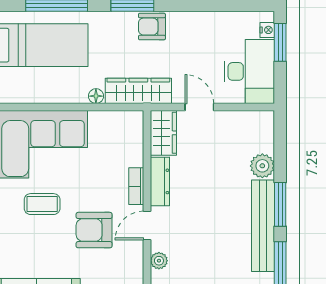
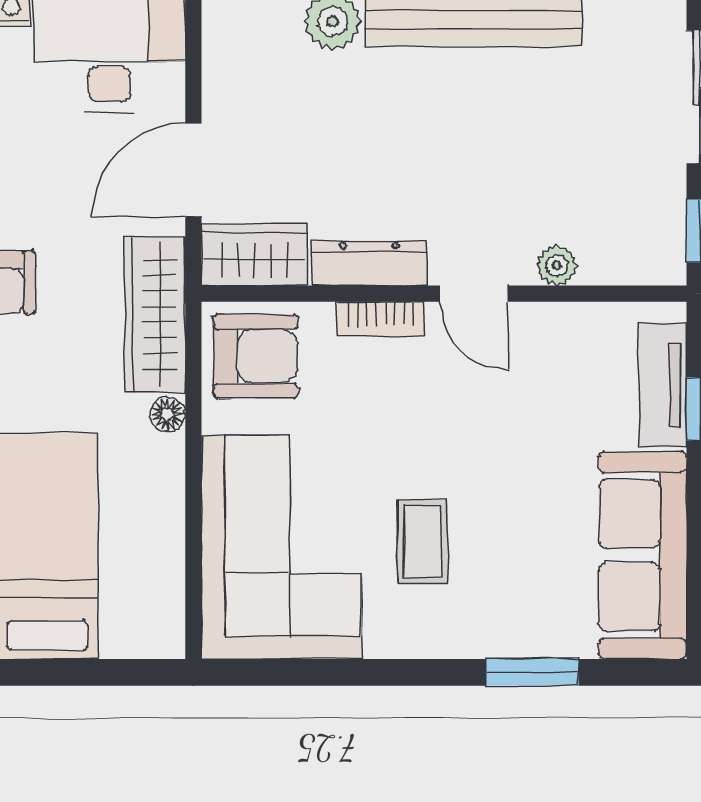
door: (199, 107) -> (193, 170), width x1.38
armchair: (94, 230) -> (256, 356), moved, turned -90

